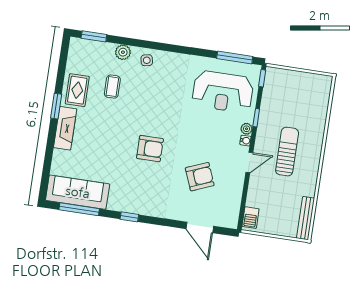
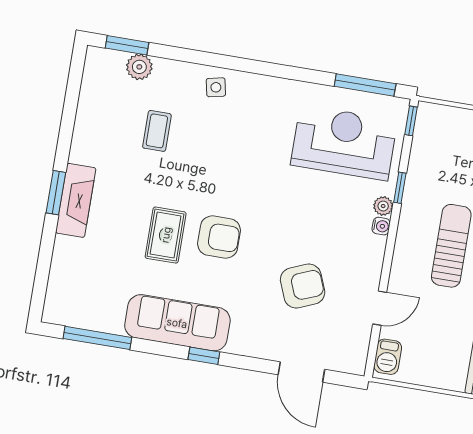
plant: (123, 52) -> (139, 67), moved
rug: (77, 90) -> (166, 235), moved
reception desk: (223, 92) -> (344, 143), turned 180
window: (56, 106) -> (56, 193), moved
door: (249, 162) -> (380, 308), moved
sofa: (78, 192) -> (177, 323), moved
window: (129, 217) -> (204, 356), moved

